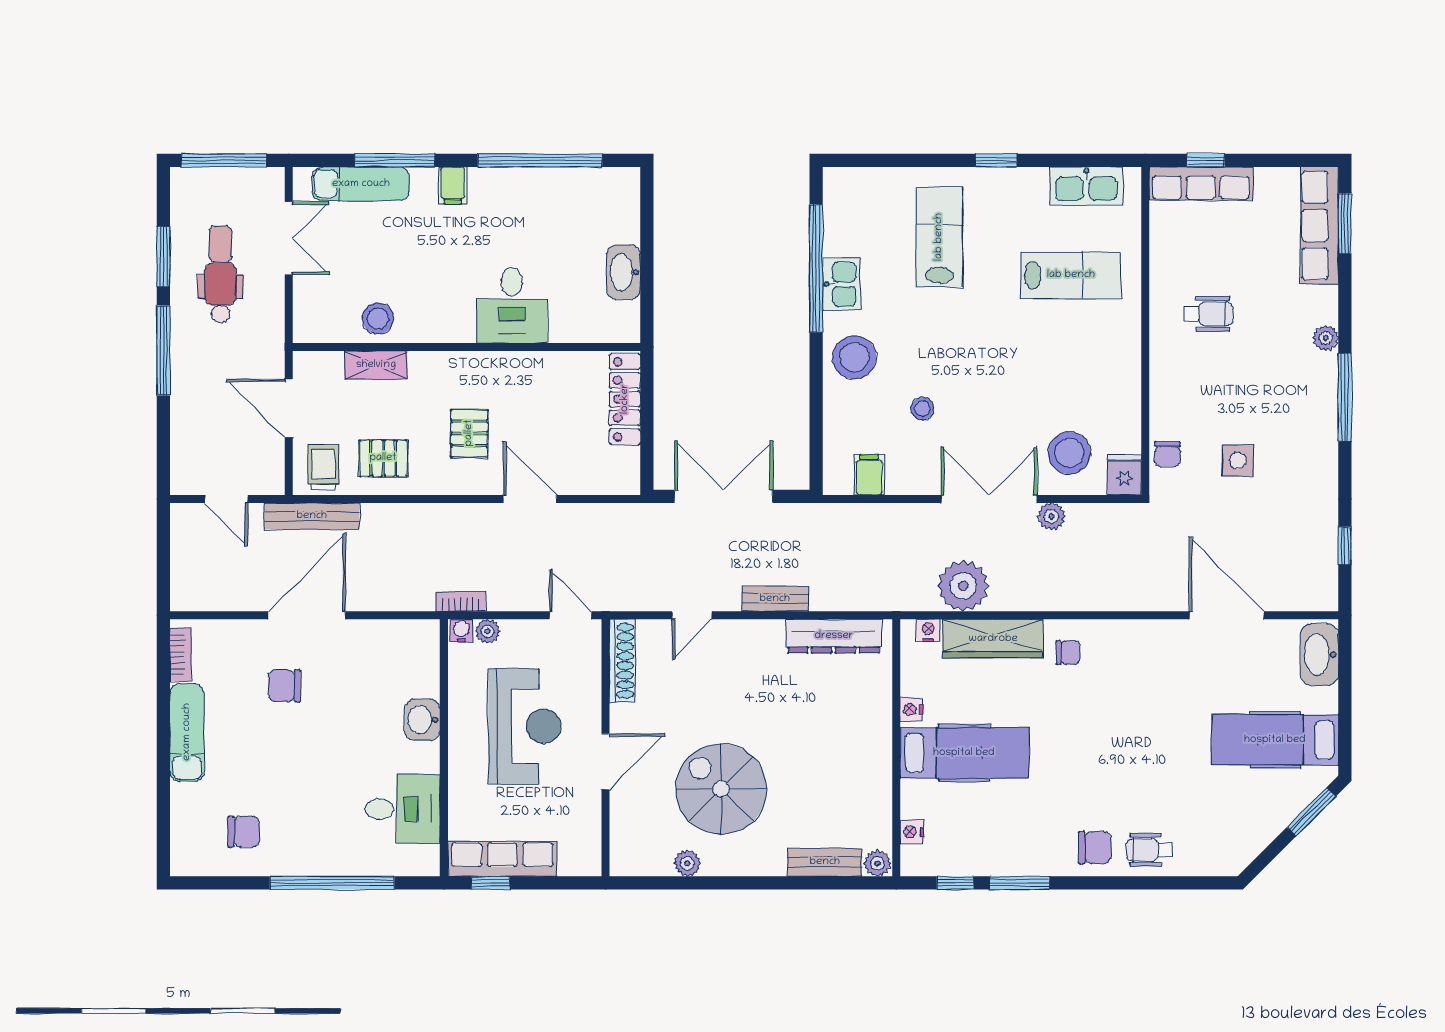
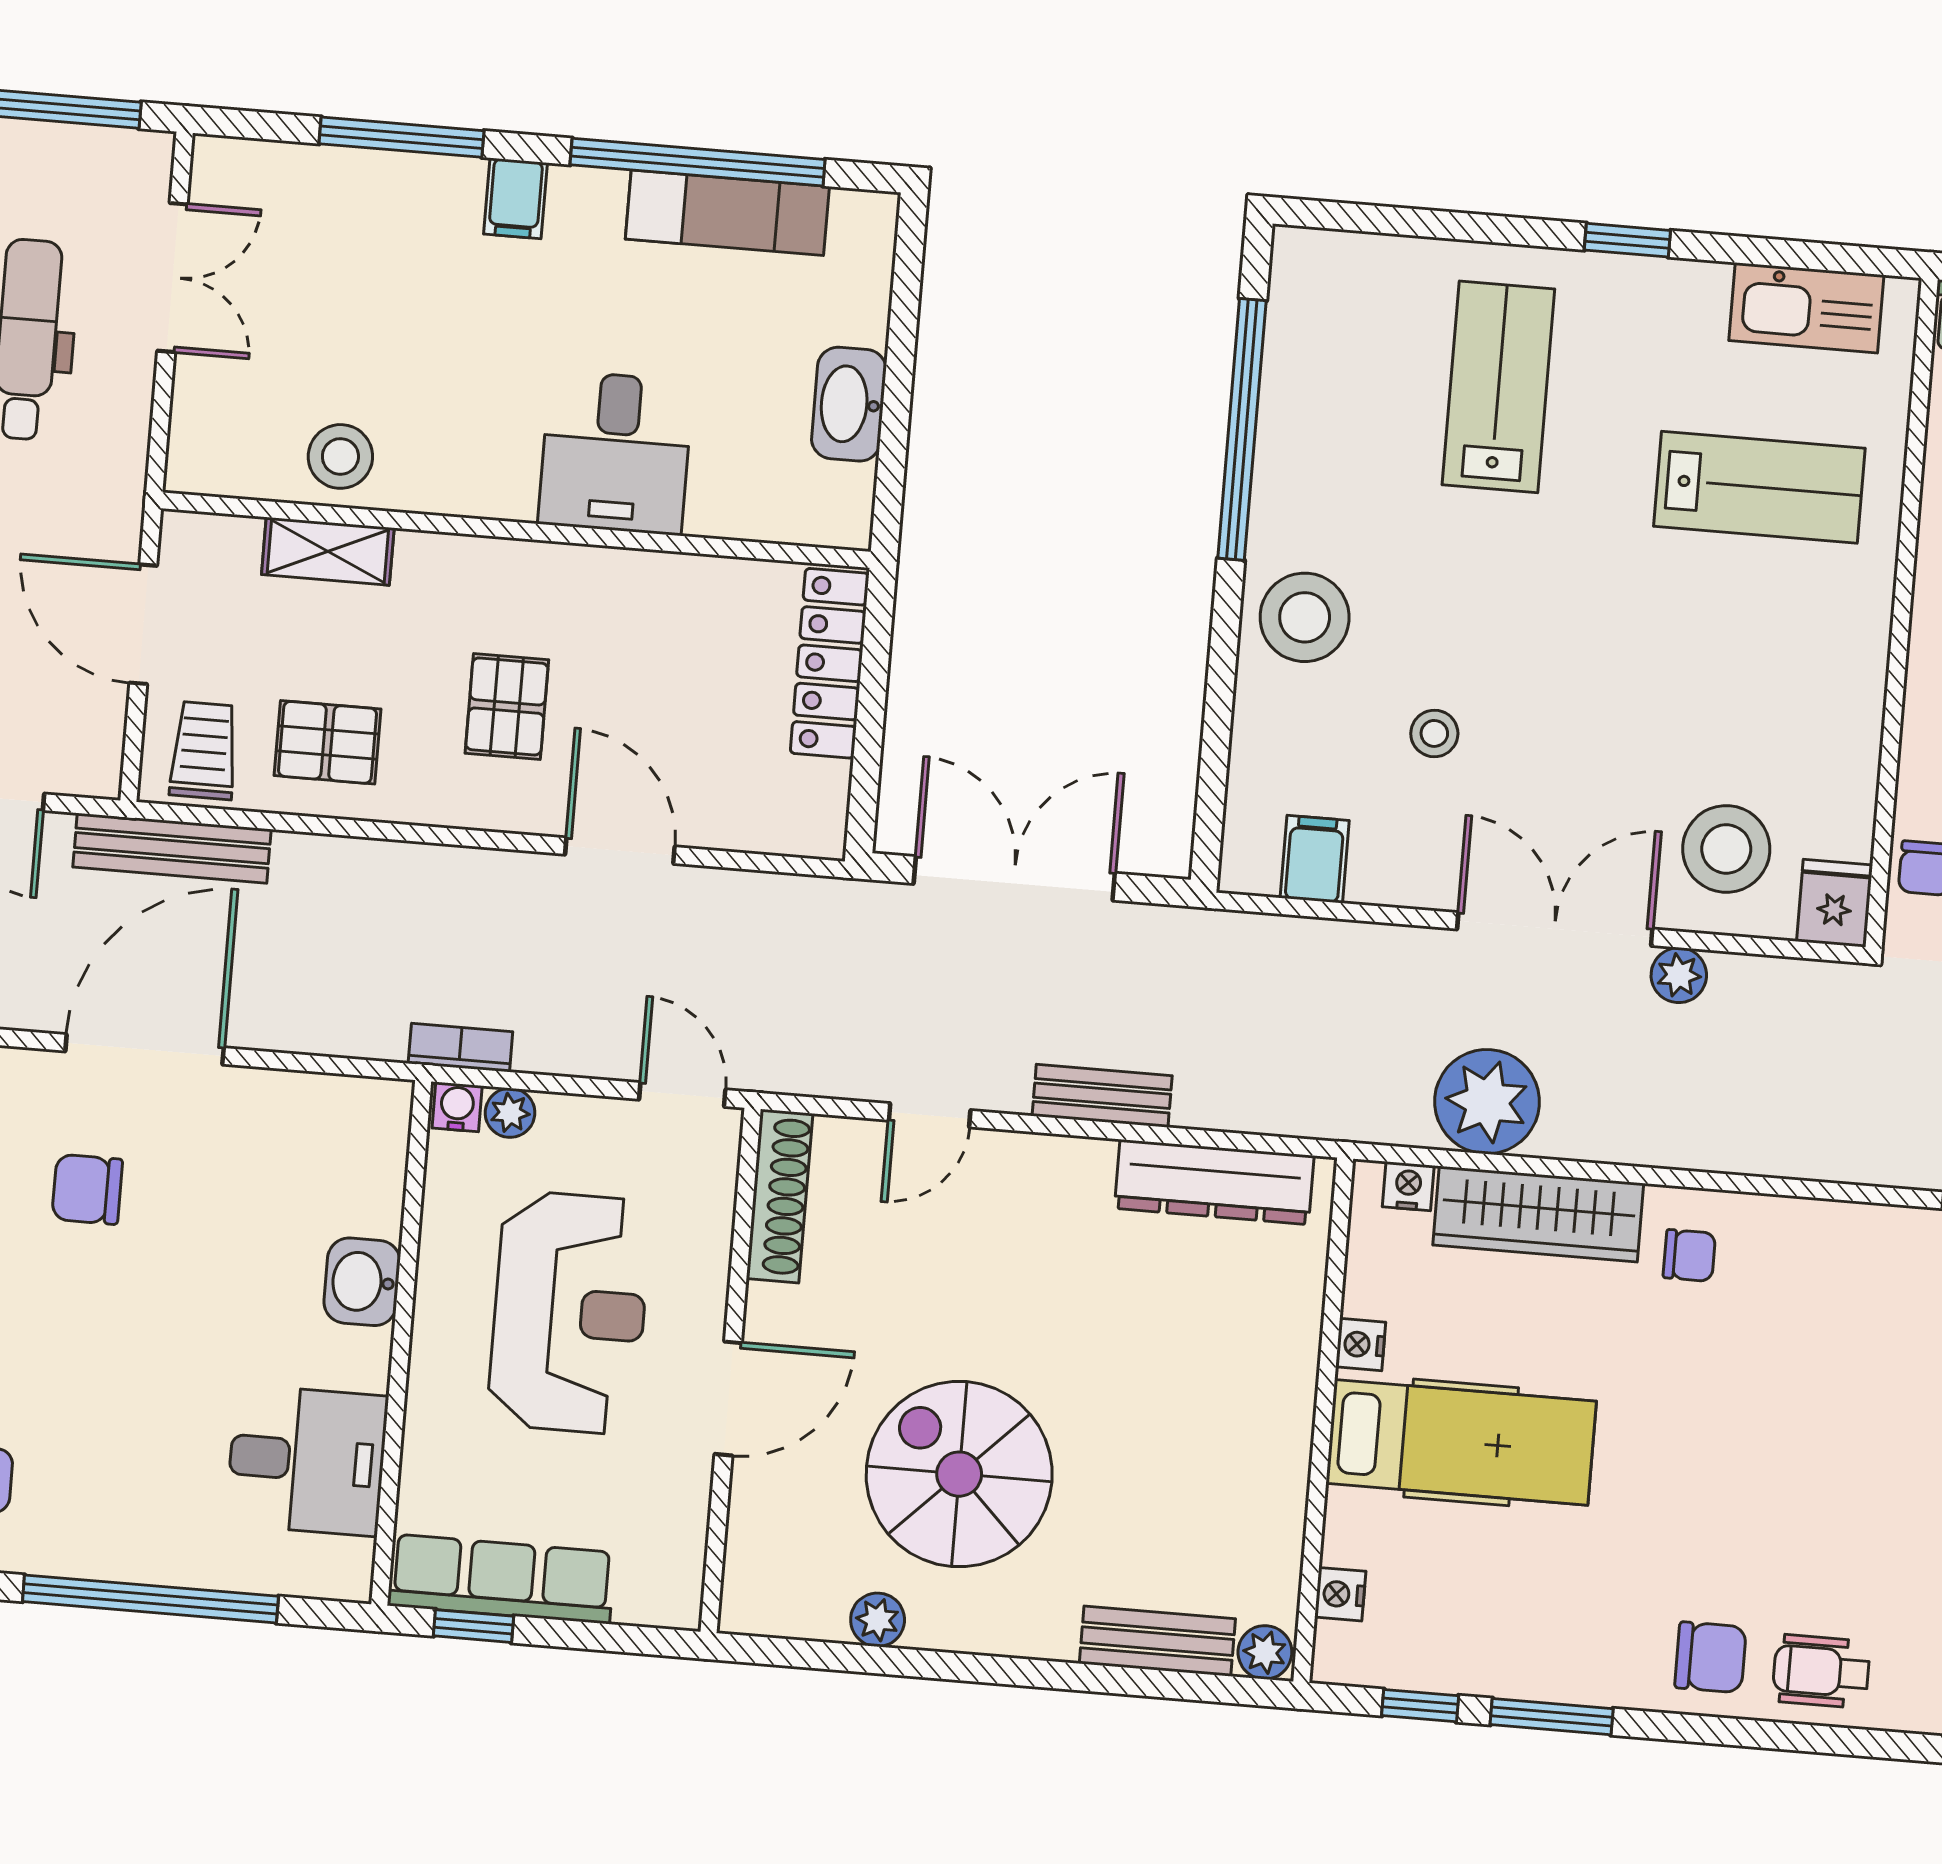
exam couch: (361, 184) -> (727, 213), moved
kitchen sink: (842, 284) -> (1291, 466), removed

